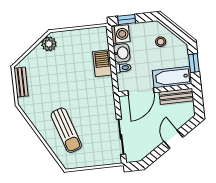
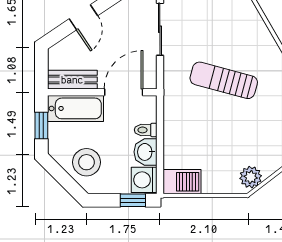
stool: (161, 42) -> (87, 162), width x1.89, depth x1.89
barbecue: (102, 63) -> (182, 182), moved, turned -90
sun lounger: (66, 130) -> (224, 80), moved, turned -57

